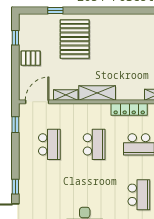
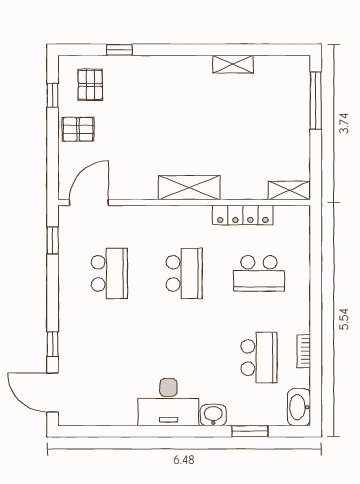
pallet: (75, 39) -> (90, 85), moved, width x0.49, depth x0.50
shelving: (66, 95) -> (233, 64), moved

